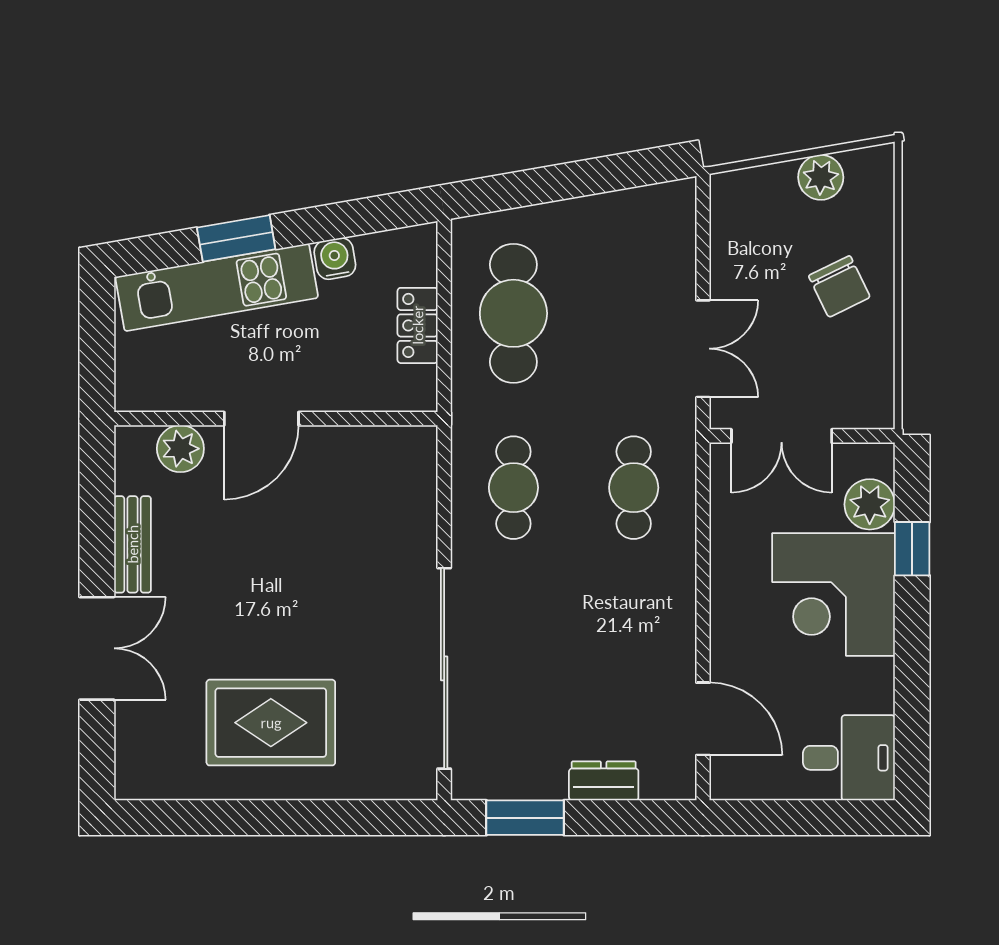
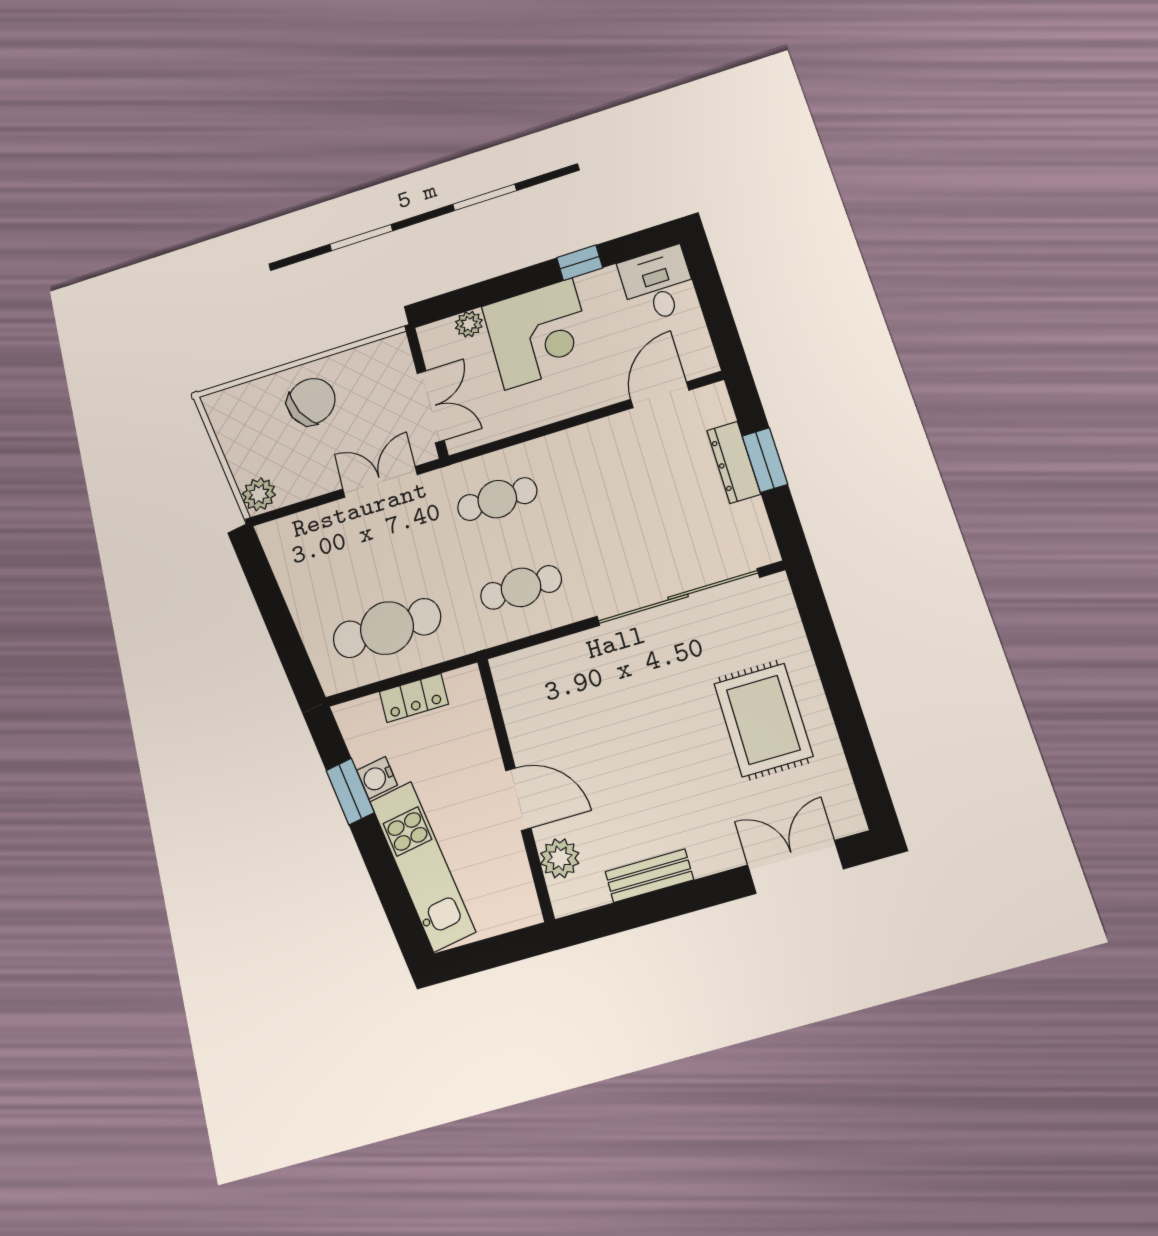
plant: (821, 177) -> (259, 494), moved
window: (236, 238) -> (350, 792), moved
chair: (839, 286) -> (311, 401), width x1.37, depth x1.37
plant: (870, 504) -> (469, 324), width x0.73, depth x0.73
window: (912, 549) -> (580, 263), moved
double door: (97, 648) -> (795, 867), moved
dresser: (604, 781) -> (734, 462), width x1.44
window: (525, 818) -> (765, 460), moved

